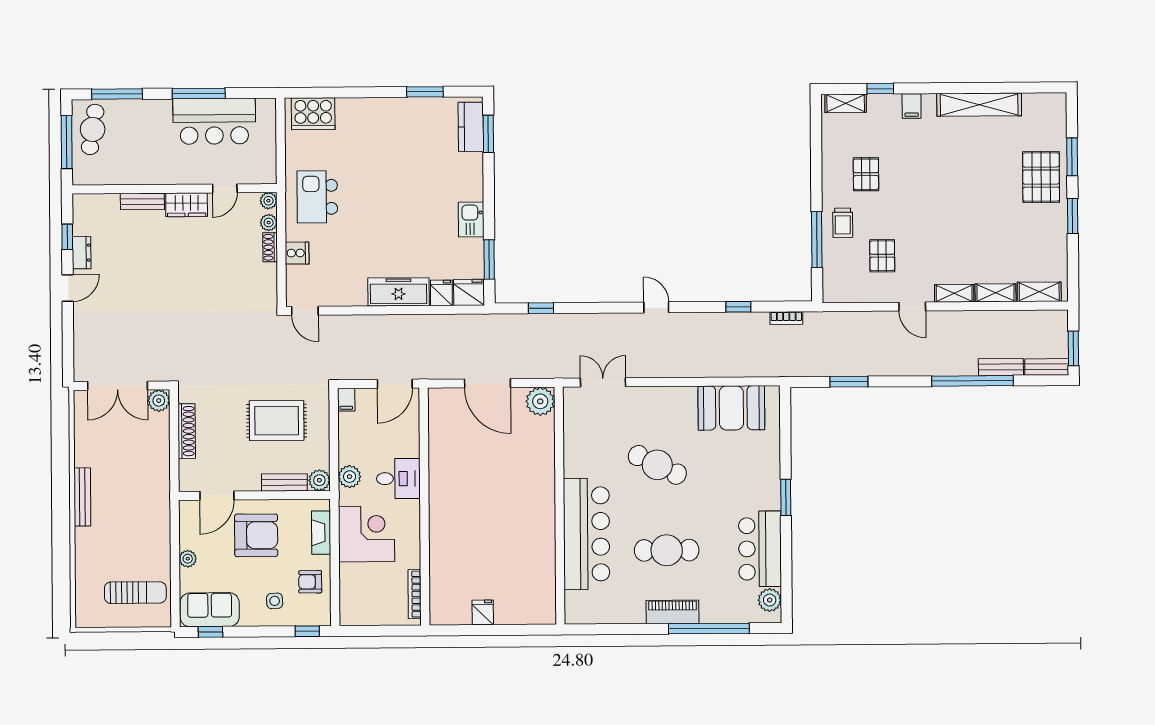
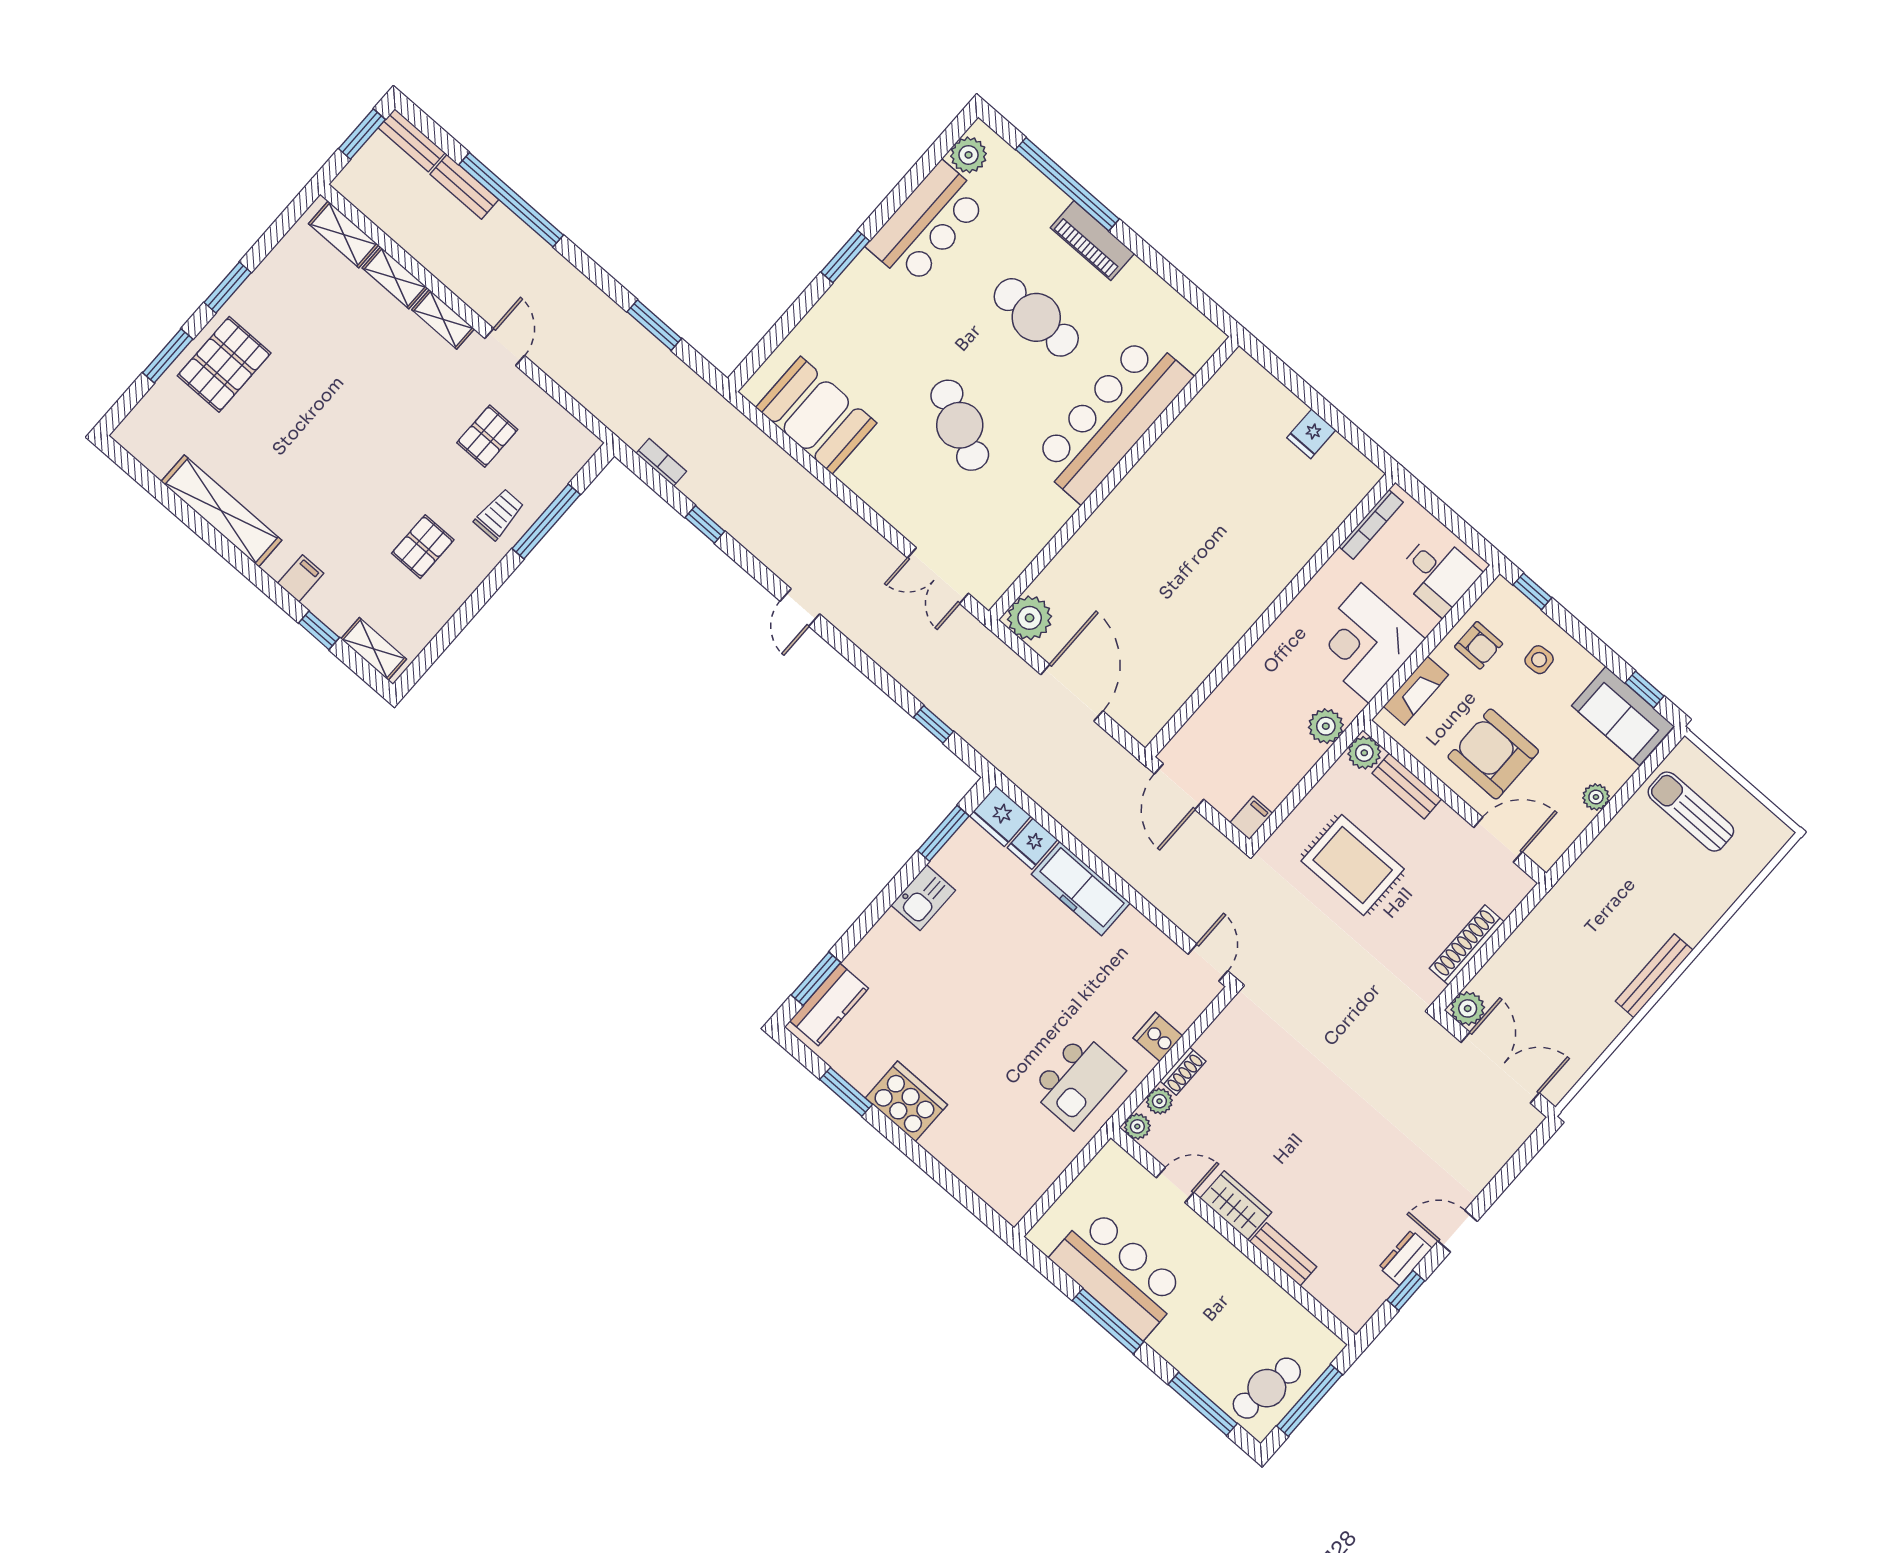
cooker: (313, 114) -> (906, 1101), moved
door: (395, 384) -> (1179, 787), swing flipped
desk: (398, 479) -> (1438, 574), moved, turned 180

